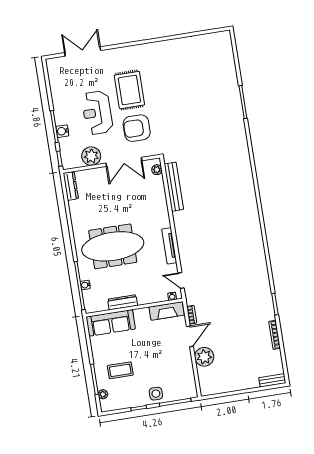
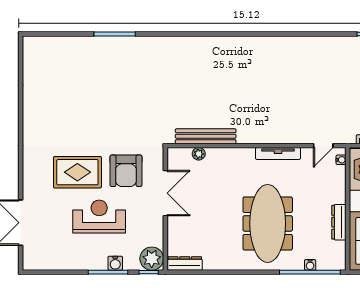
reception desk: (97, 113) -> (99, 216), turned 180
plant: (91, 156) -> (152, 259), moved
plant: (157, 170) -> (199, 154), moved

